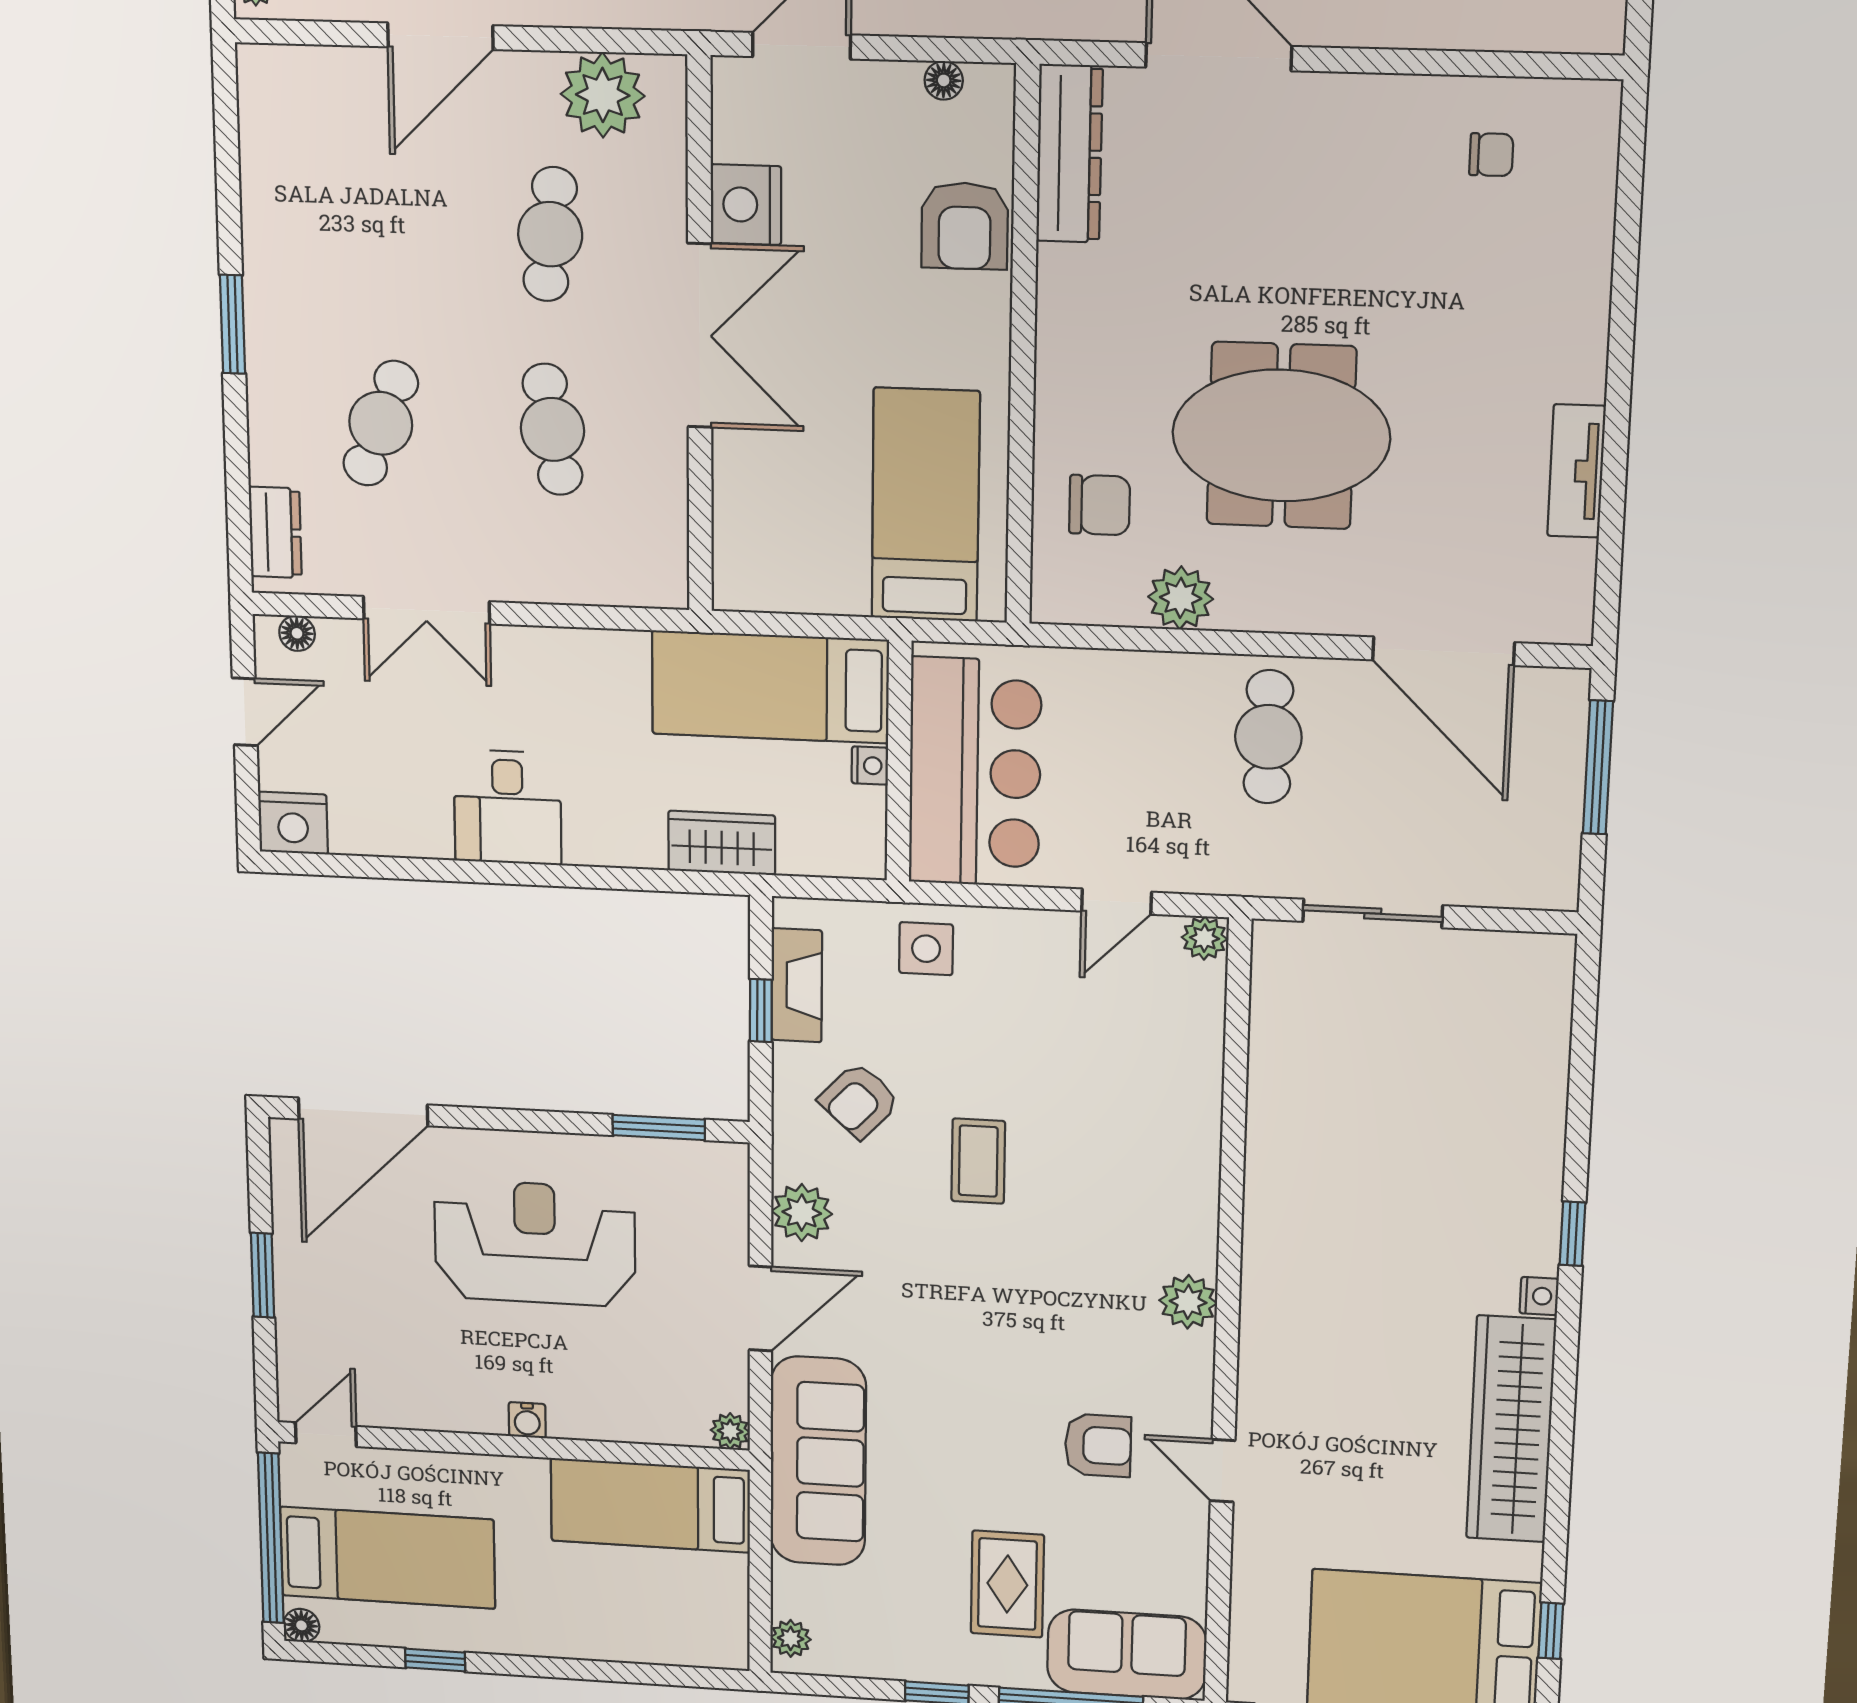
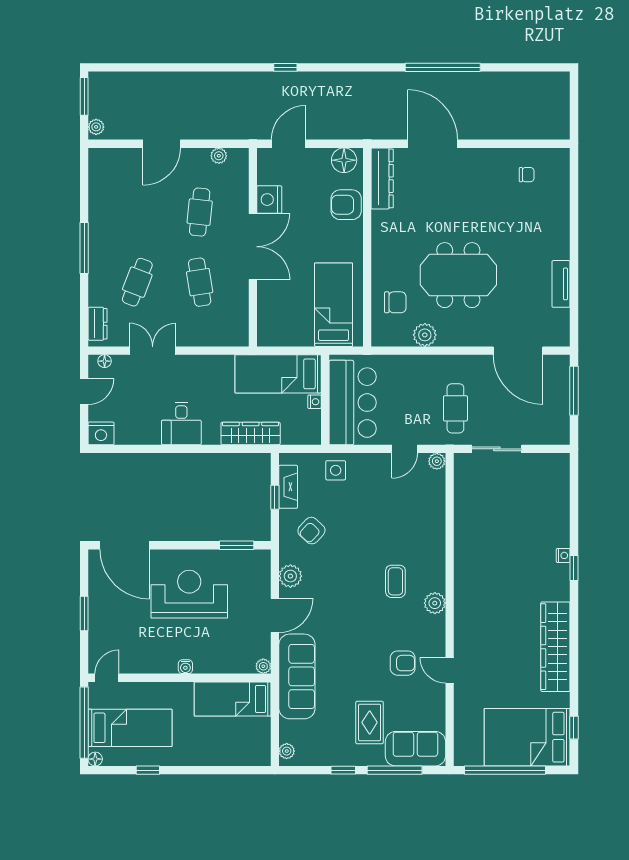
floor lamp: (944, 80) -> (344, 160), width x1.89, depth x1.89
plant: (603, 95) -> (219, 156), width x0.53, depth x0.53
armchair: (965, 226) -> (346, 205), turned 90
window: (233, 324) -> (84, 248), width x1.44
double door: (426, 610) -> (153, 351), swing flipped
cafe table: (1268, 737) -> (455, 408), moved
wardrobe: (722, 843) -> (251, 433), width x1.50
door: (363, 1112) -> (125, 545), hinge flipped
coffee table: (978, 1161) -> (395, 581), moved
nightstand: (1539, 1296) -> (563, 555), moved

